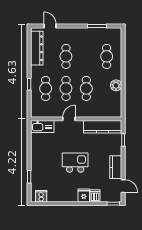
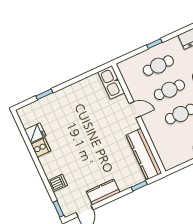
kitchen island: (75, 163) -> (86, 141), removed
fridge: (84, 195) -> (35, 133), moved
cooker: (41, 196) -> (41, 147), moved

